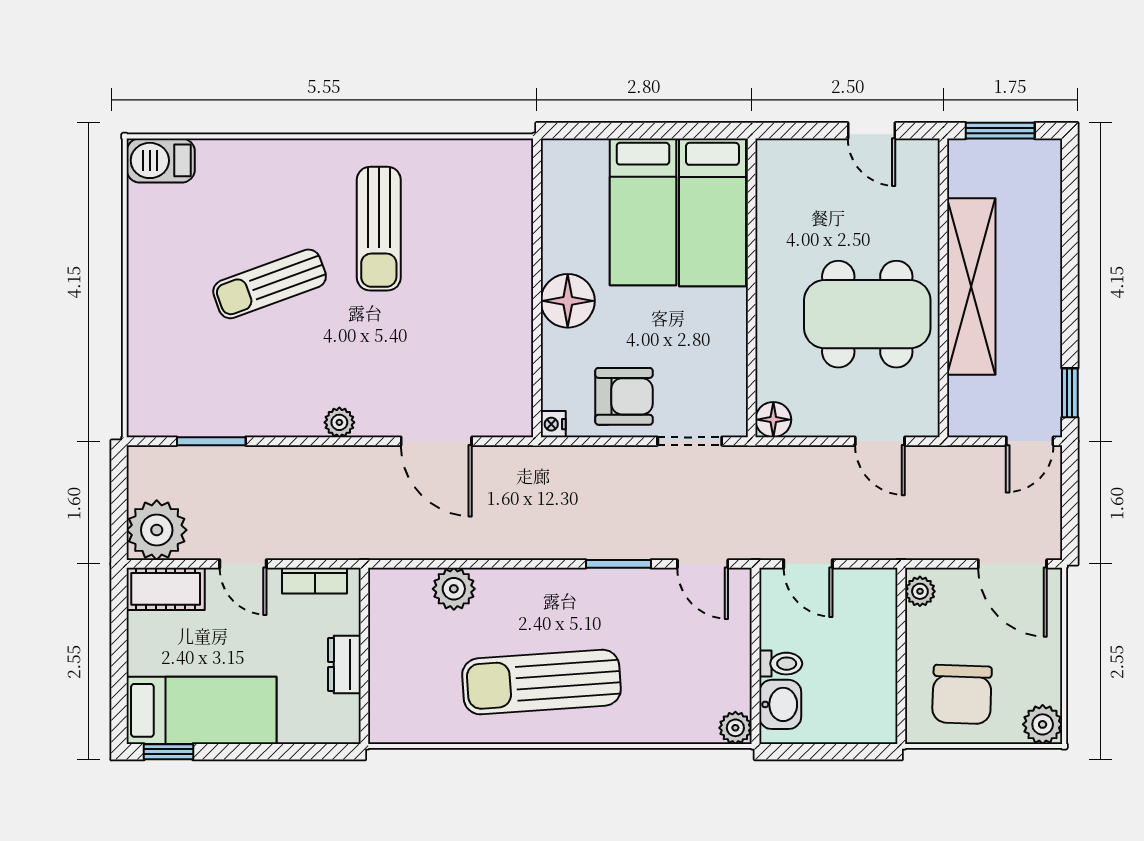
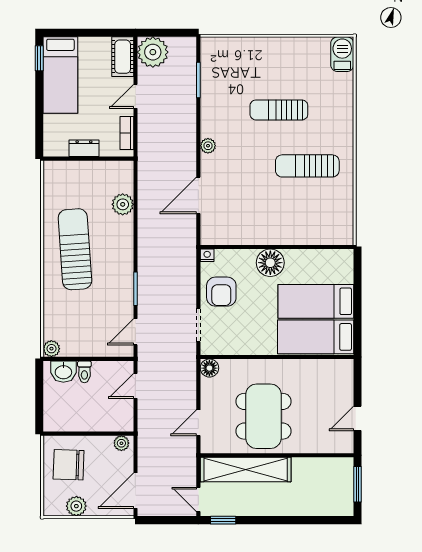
sun lounger: (270, 284) -> (279, 110), turned -70
shelving: (971, 286) -> (246, 470), moved
plant: (1043, 724) -> (76, 506), moved

